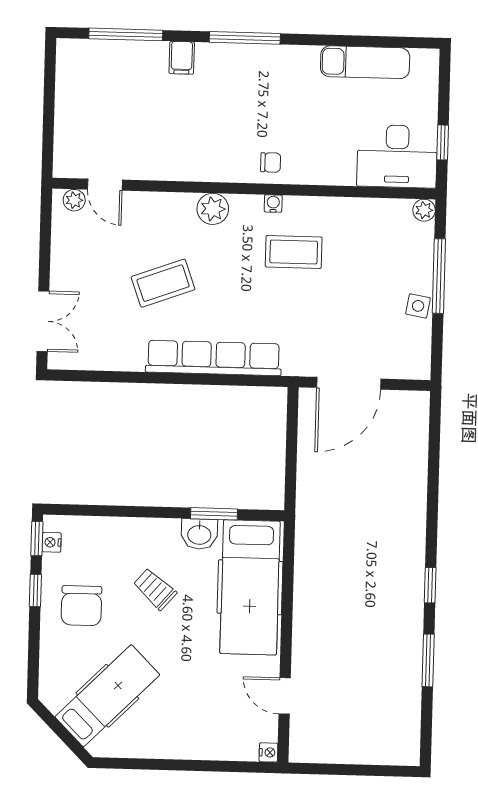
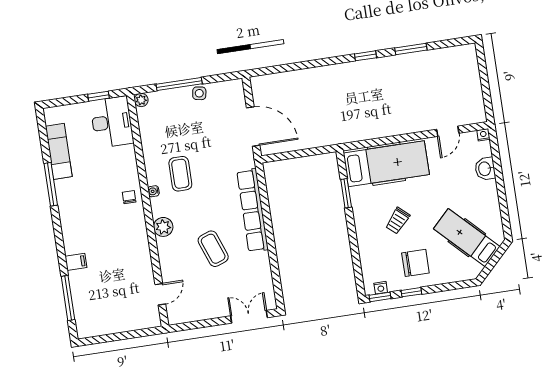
window: (245, 38) -> (51, 184), moved
plant: (74, 200) -> (173, 311), removed
washbasin: (199, 534) -> (485, 169), moved, turned 180

